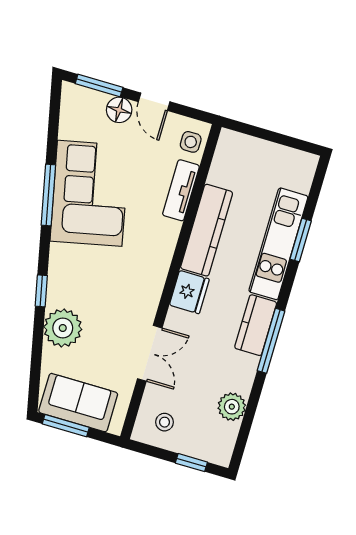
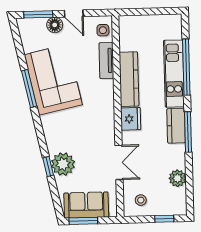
window: (301, 240) -> (186, 67), width x2.11
window: (41, 291) -> (48, 167), moved

